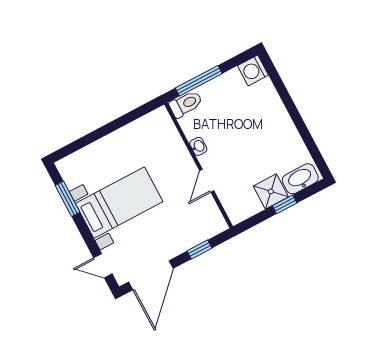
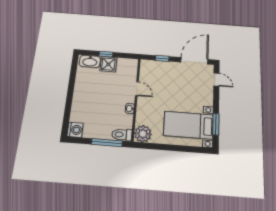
plant: (158, 123) -> (143, 134), added
door: (207, 181) -> (137, 89), hinge flipped
bed with nightstands: (119, 203) -> (188, 125), moved

